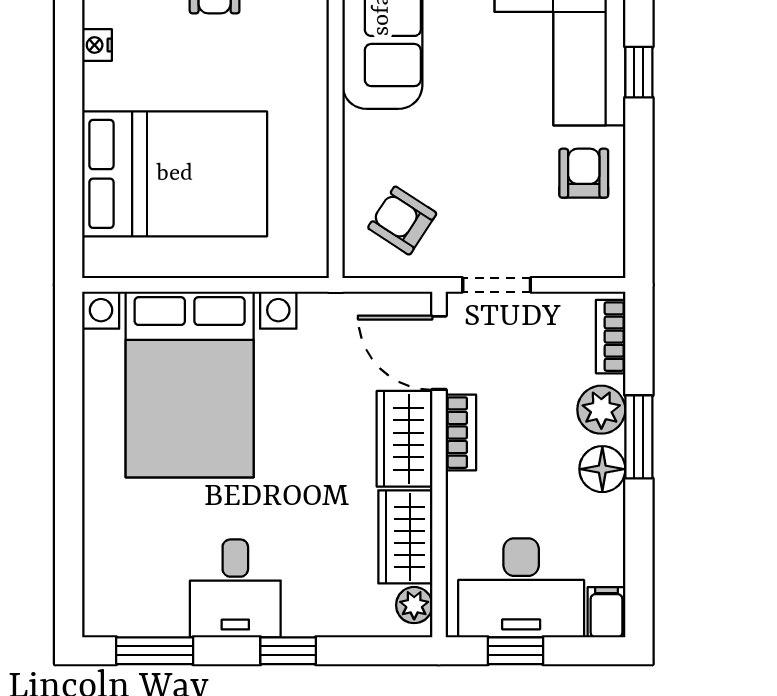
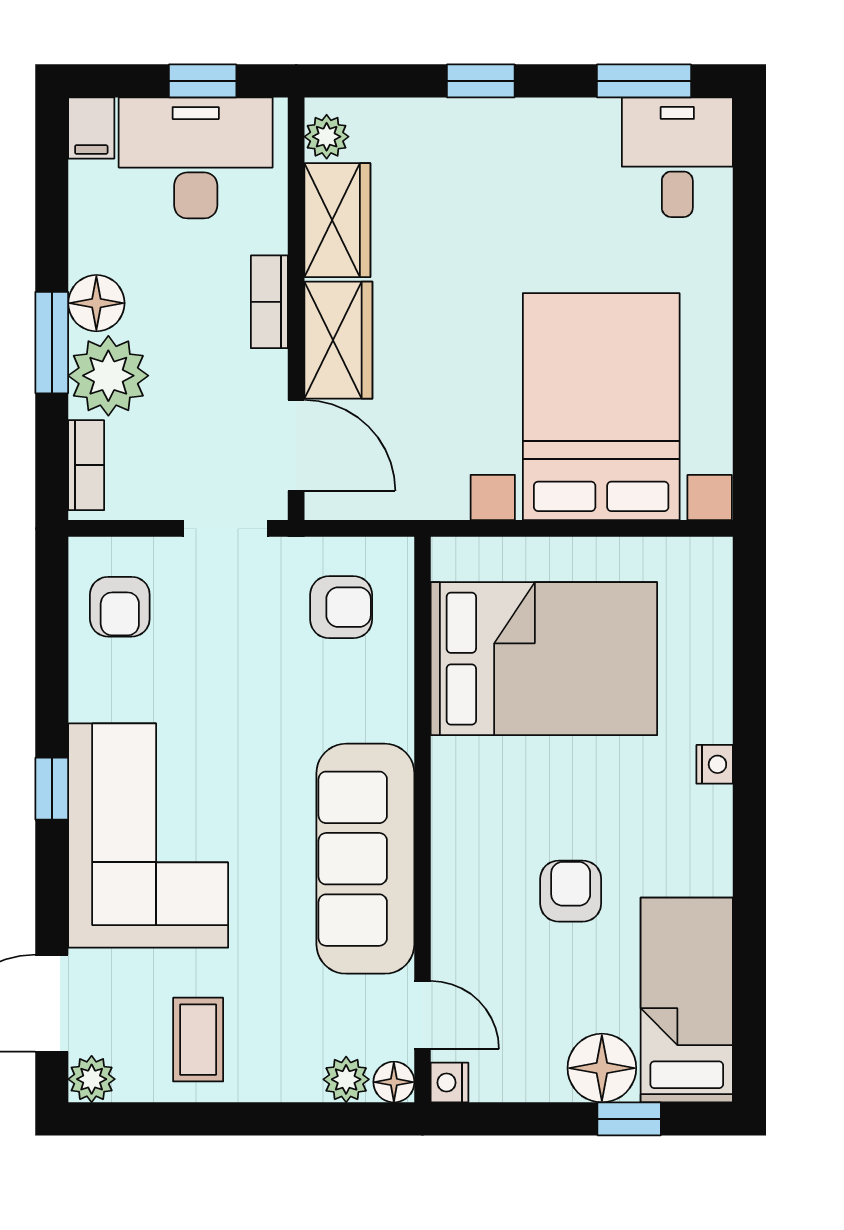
nightstand: (97, 45) -> (715, 764), moved
armchair: (584, 173) -> (120, 607), moved
bed: (175, 174) -> (544, 659), moved, turned 180
armchair: (402, 221) -> (341, 607), turned -33
plant: (601, 410) -> (108, 376), width x1.36, depth x1.36
bookcase: (461, 433) -> (269, 302), moved
desk: (235, 588) -> (677, 157), moved

